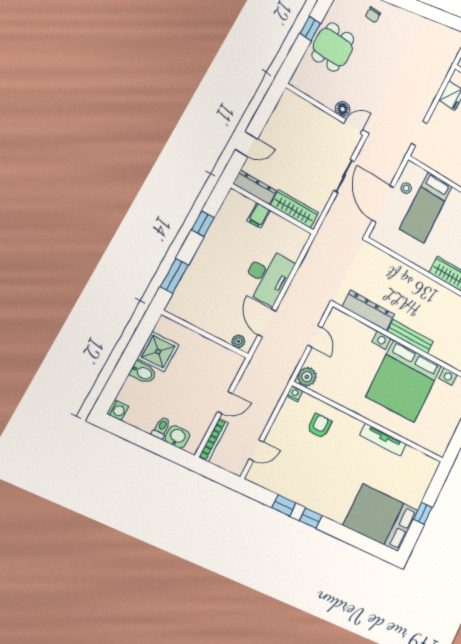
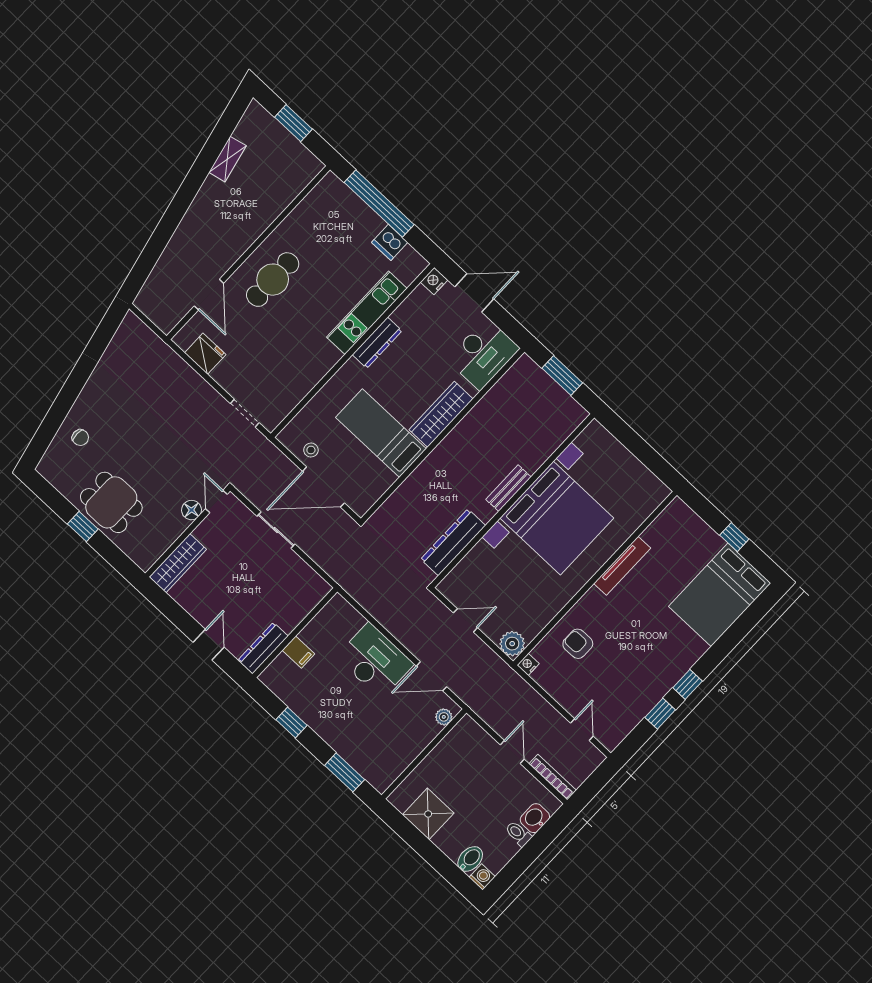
bed: (426, 207) -> (381, 433), moved, turned 180
wardrobe: (294, 209) -> (178, 563), moved, turned 180
bench: (410, 337) -> (508, 488), width x0.73
bidet: (143, 372) -> (470, 859), moved

